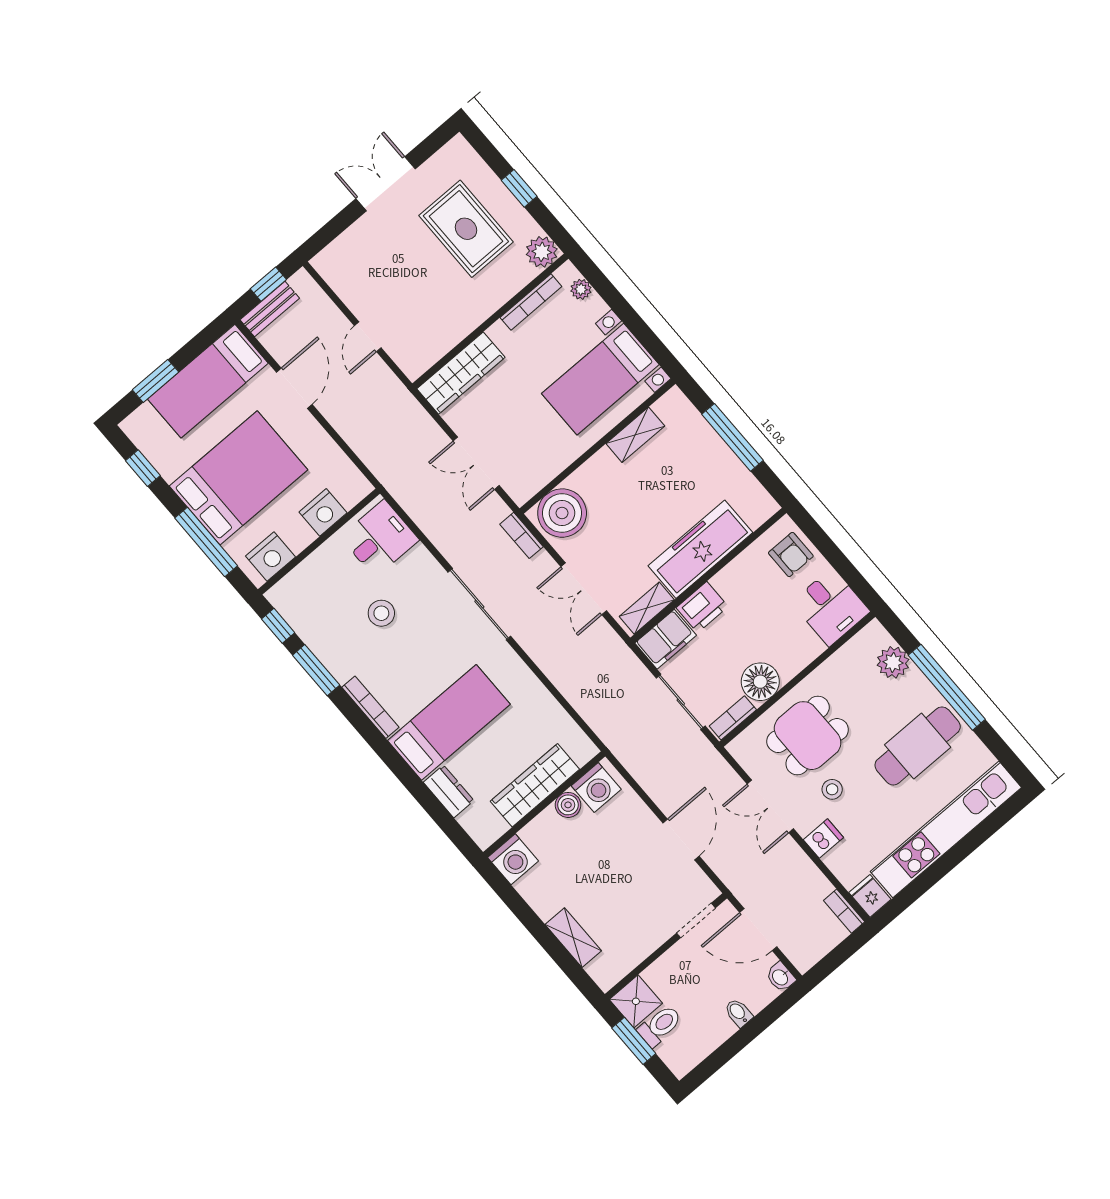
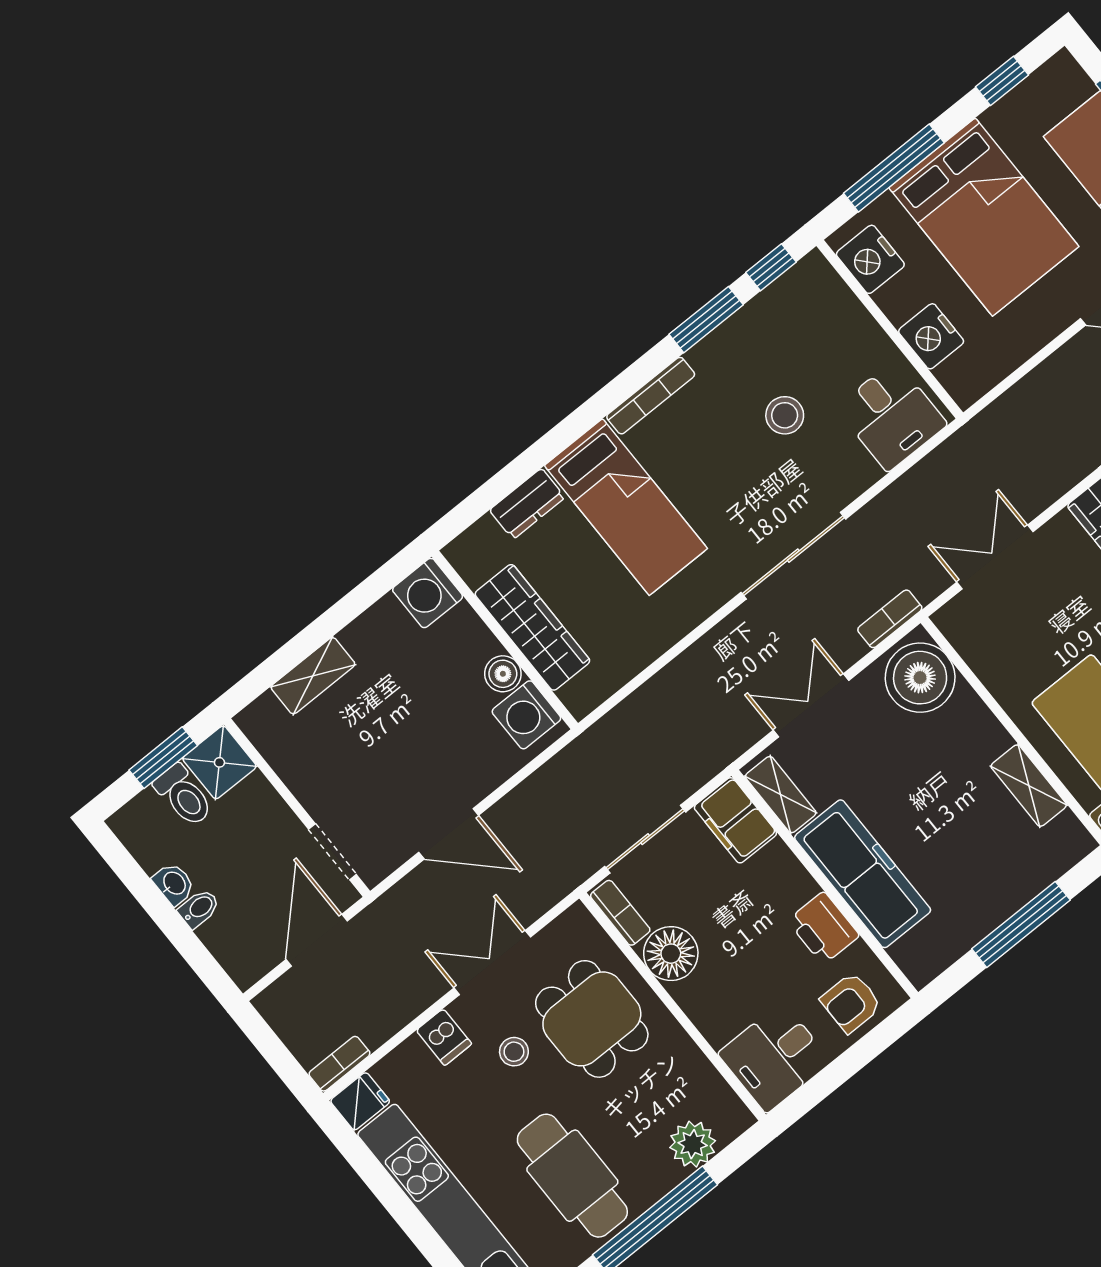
printer: (702, 607) -> (823, 928), moved
washbasin: (780, 977) -> (174, 884), moved, turned 90

